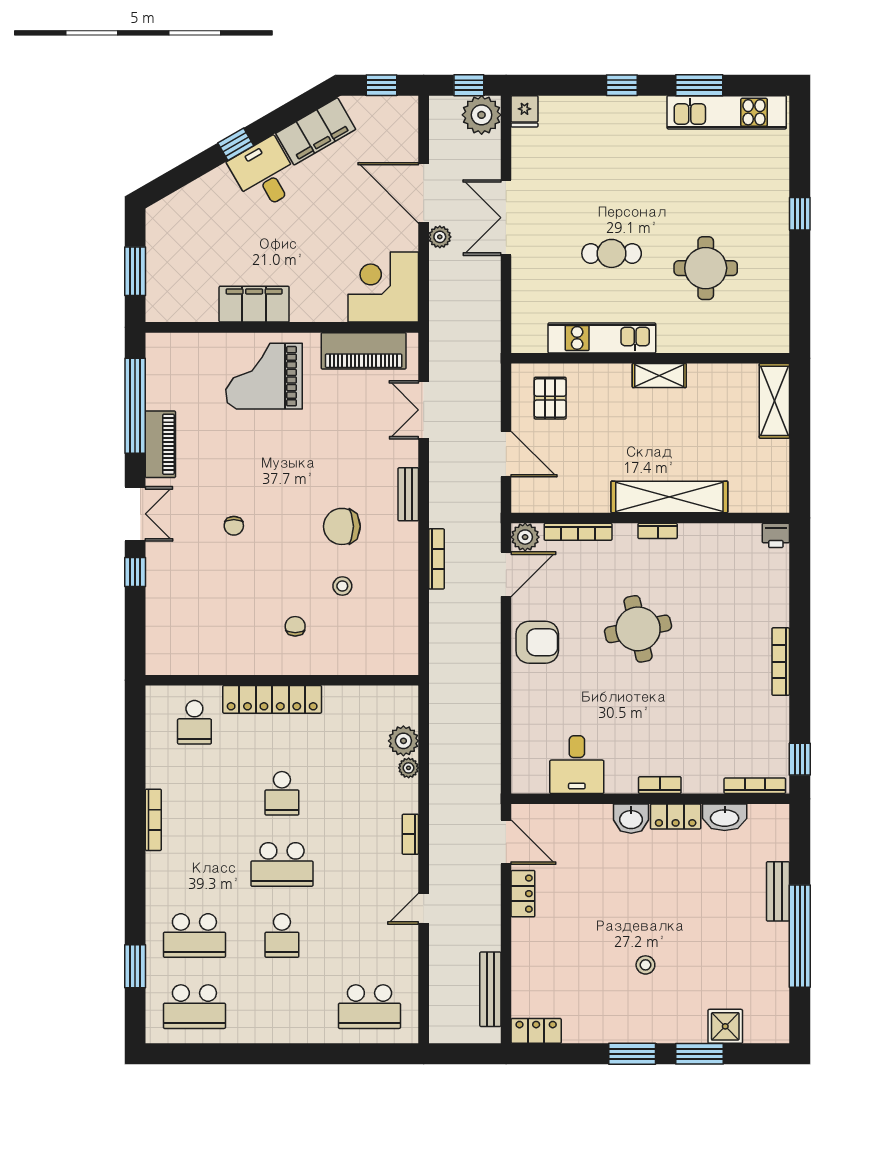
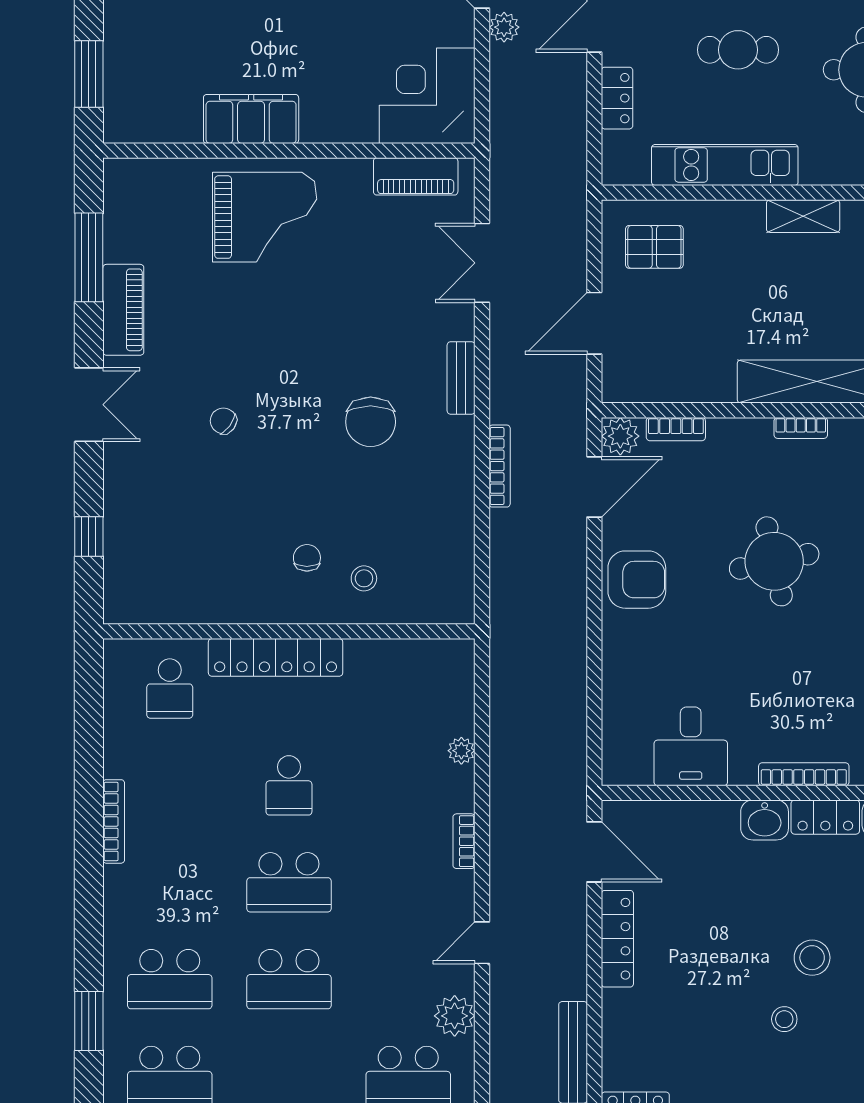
locker: (523, 289) -> (617, 98), added
piano: (364, 351) -> (416, 176), width x0.73, depth x0.75
grand piano: (264, 376) -> (265, 217), turned 180
pallet: (550, 398) -> (654, 247), turned 90
window: (135, 406) -> (89, 257), width x0.68
door: (506, 454) -> (594, 323), swing flipped
chair: (234, 526) -> (223, 421), turned 126
chair: (342, 526) -> (371, 422), turned -90
bookcase: (578, 532) -> (676, 429), width x0.64
window: (135, 572) -> (89, 537), moved
stool: (342, 586) -> (364, 578), moved
plant: (403, 741) -> (455, 1016), moved
bookcase: (660, 785) -> (804, 774), width x1.56
locker: (523, 894) -> (617, 939), width x1.53
stool: (666, 920) -> (812, 958), added
school desk: (282, 936) -> (289, 979), width x1.85

